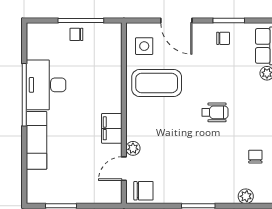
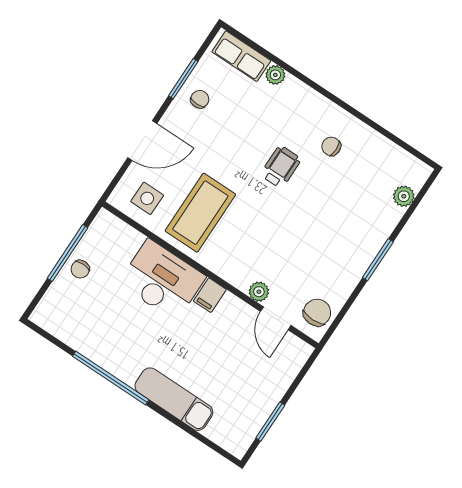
desk: (46, 85) -> (162, 280), moved, turned 180
filing cabinet: (112, 128) -> (210, 295), width x0.50
chair: (255, 157) -> (331, 146), moved

